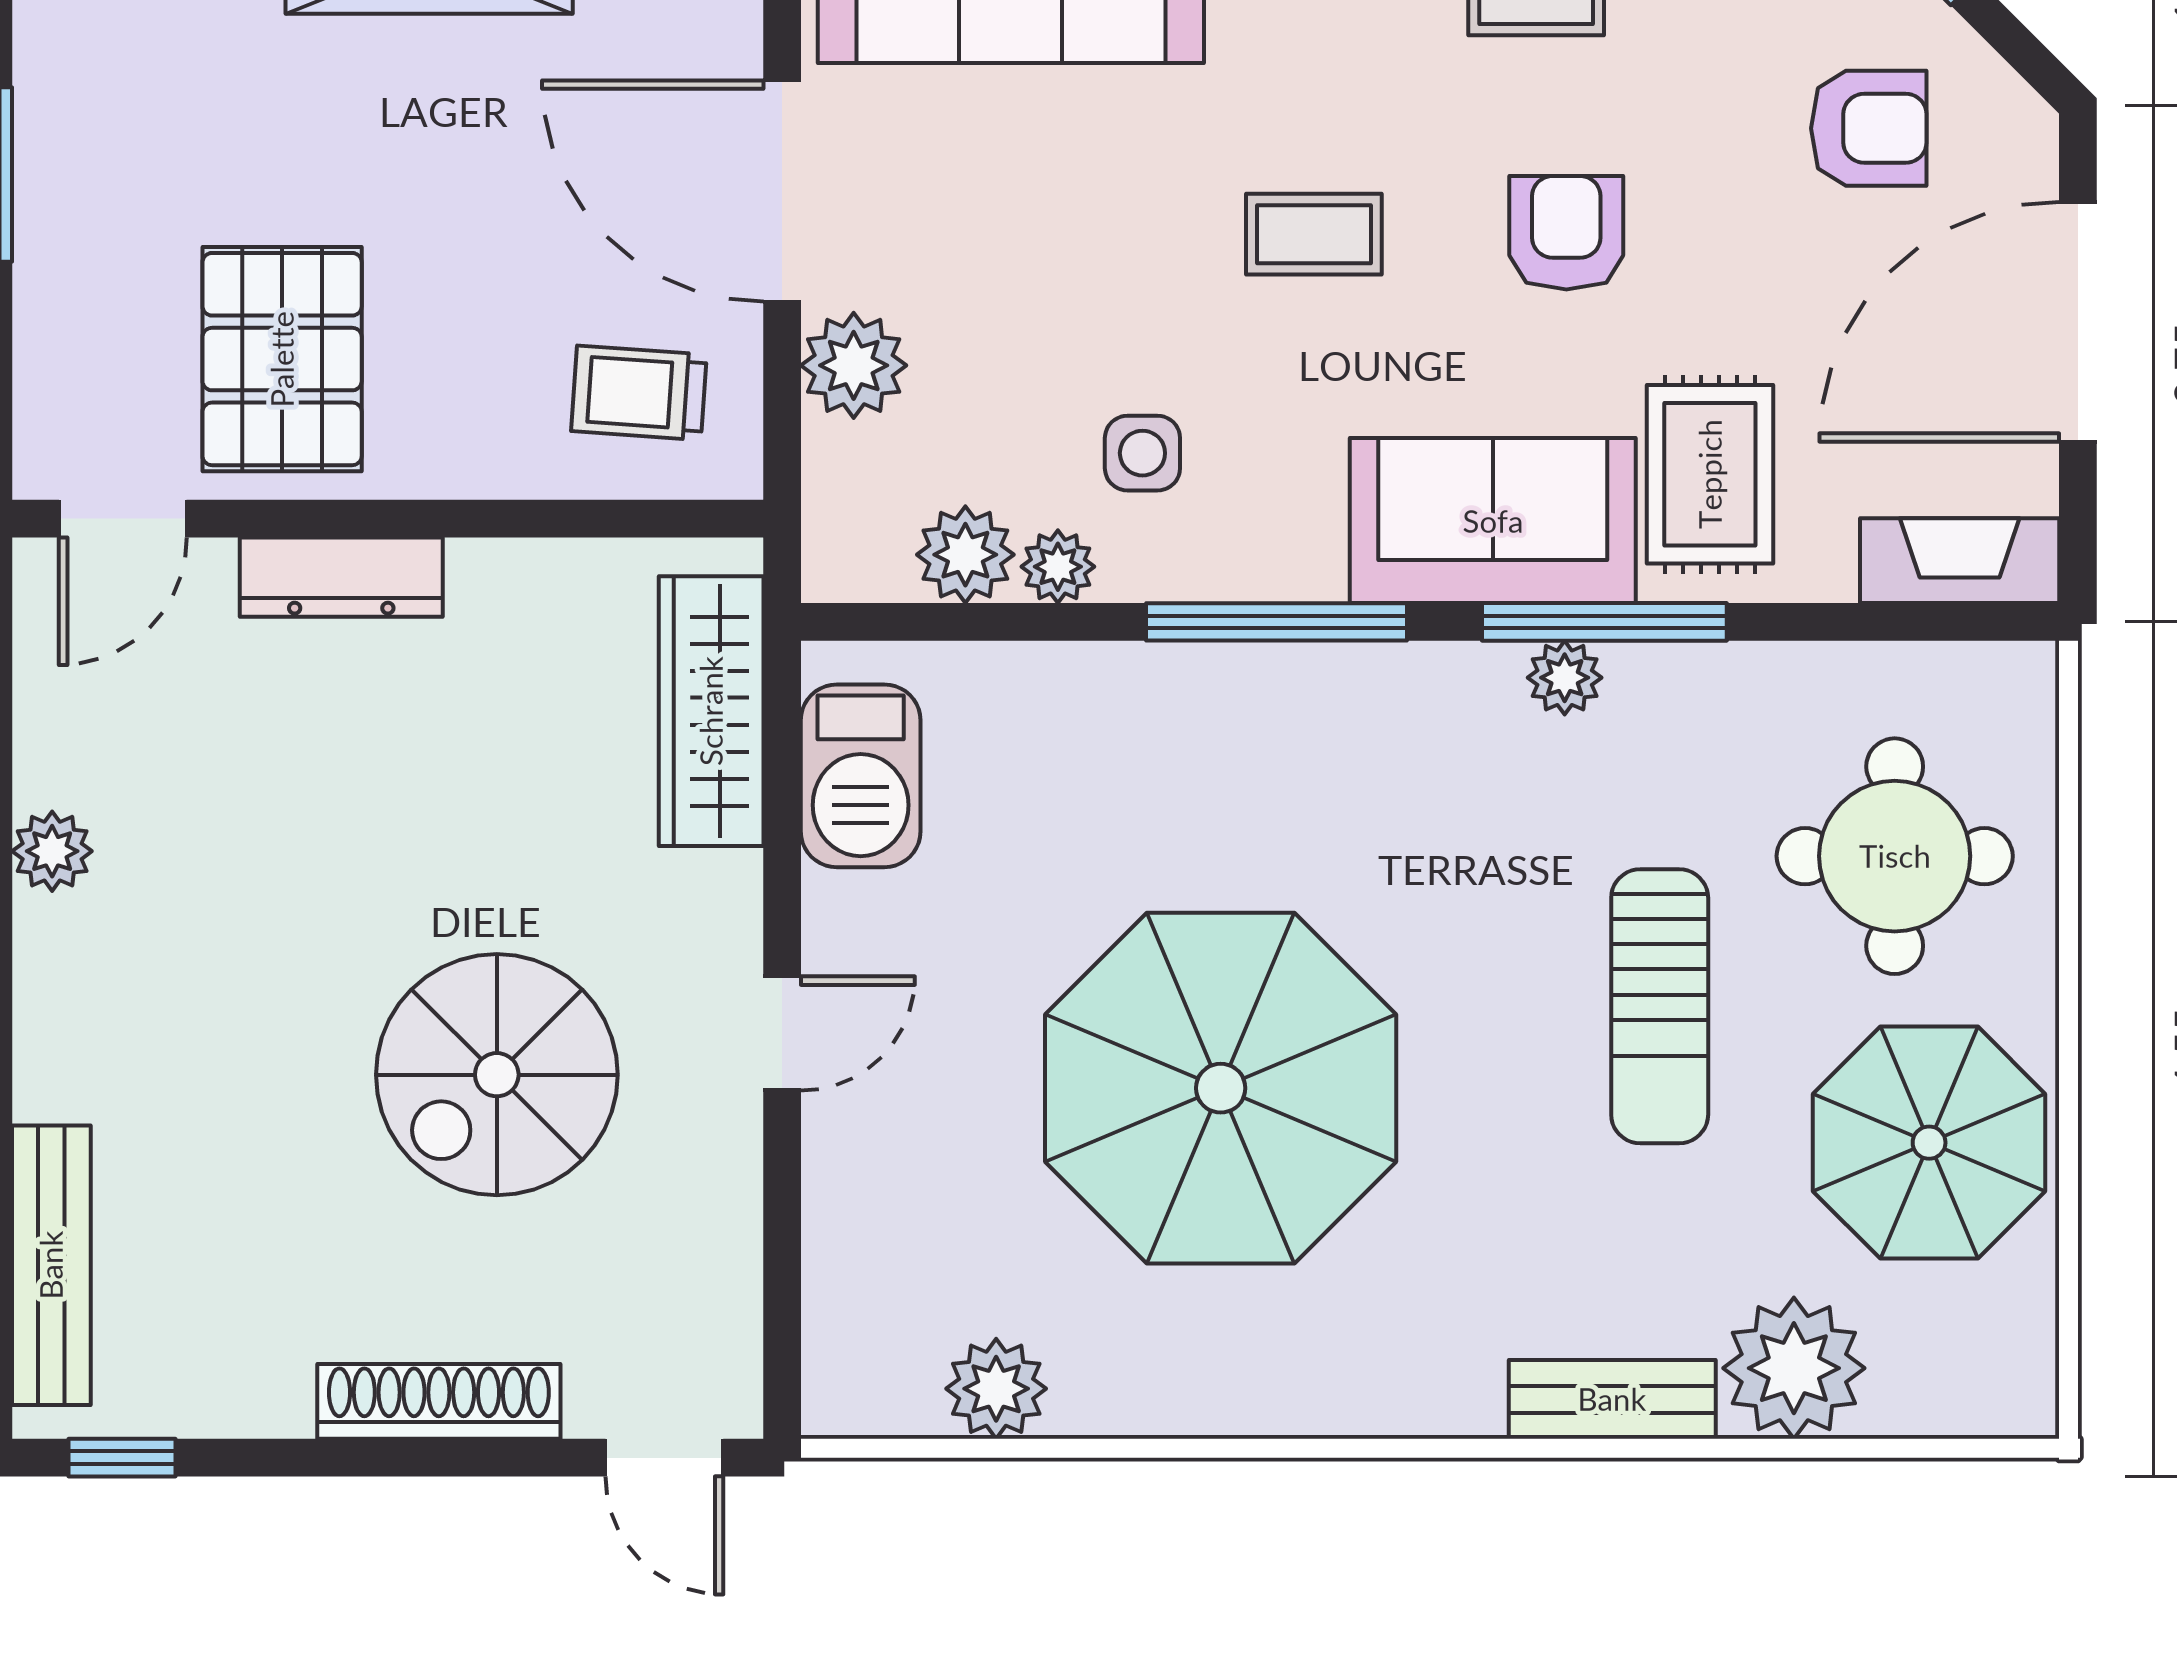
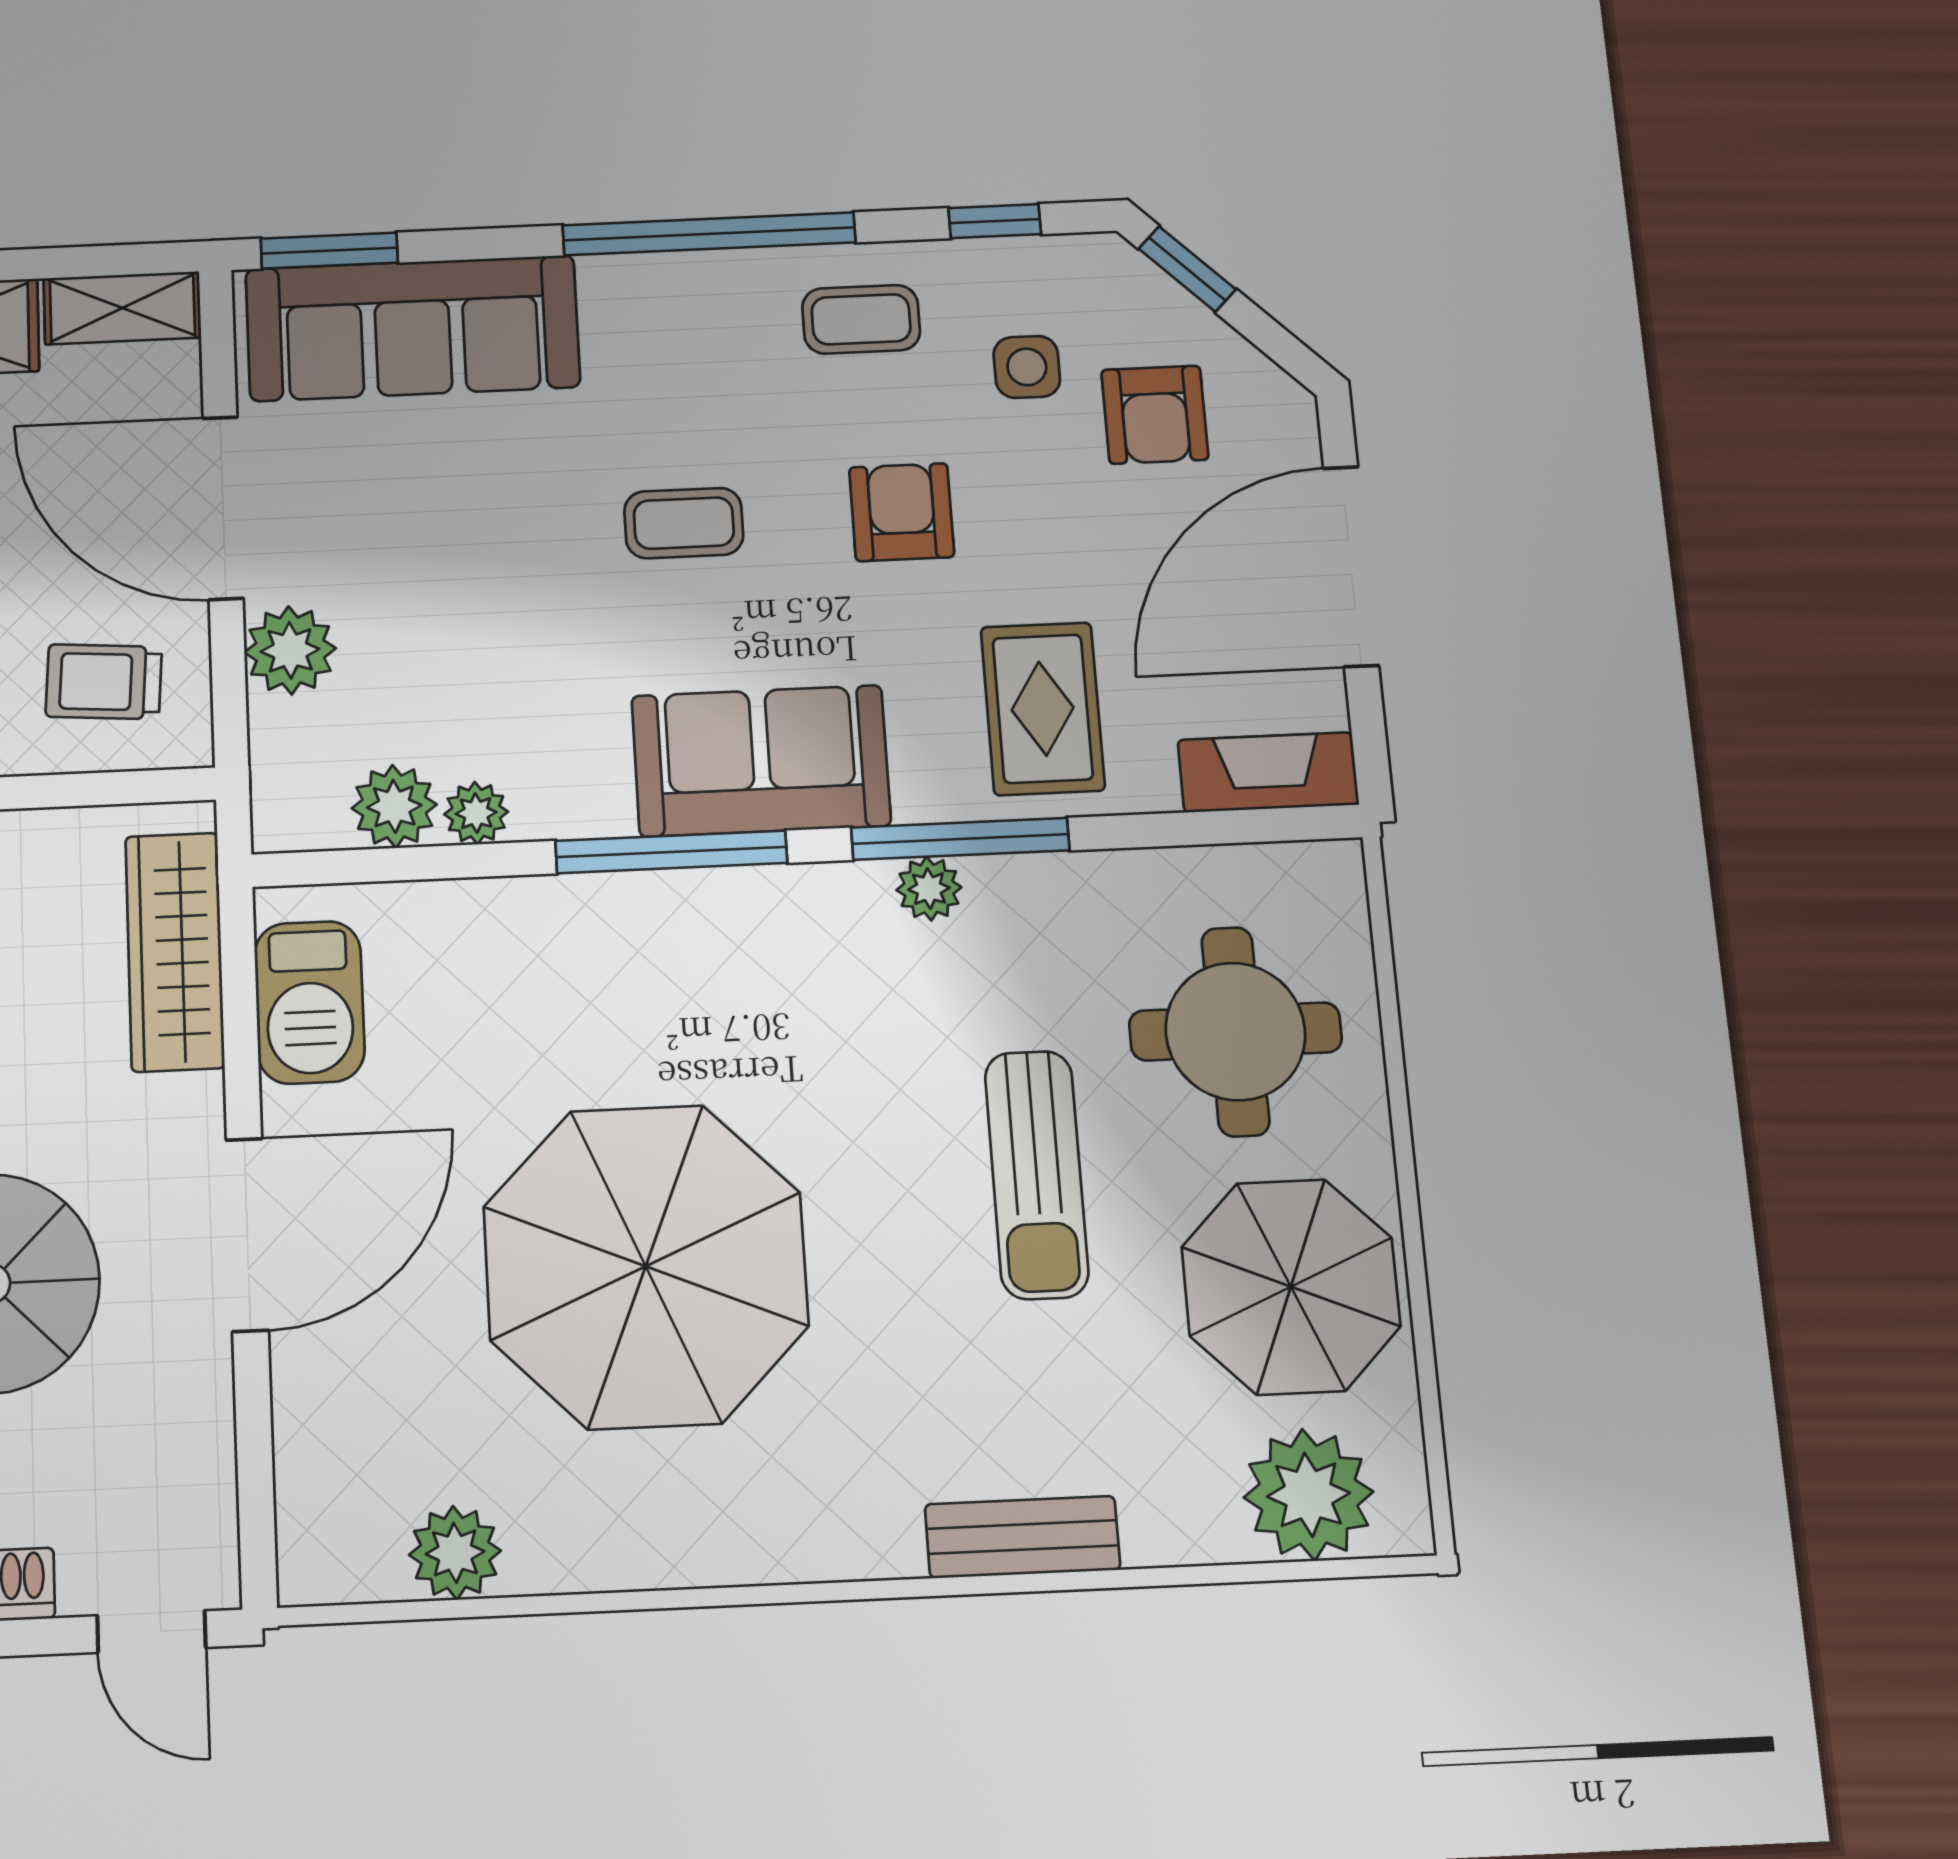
armchair: (1869, 128) -> (1155, 415), turned 90
side table: (1142, 453) -> (1027, 367), moved
sofa: (1493, 521) -> (761, 761), moved
door: (782, 1033) -> (247, 1235), width x1.87
plant: (1794, 1368) -> (1309, 1495), moved

